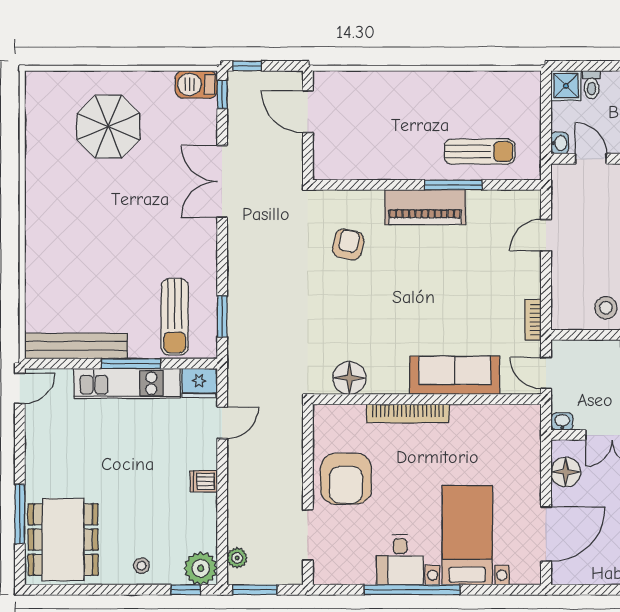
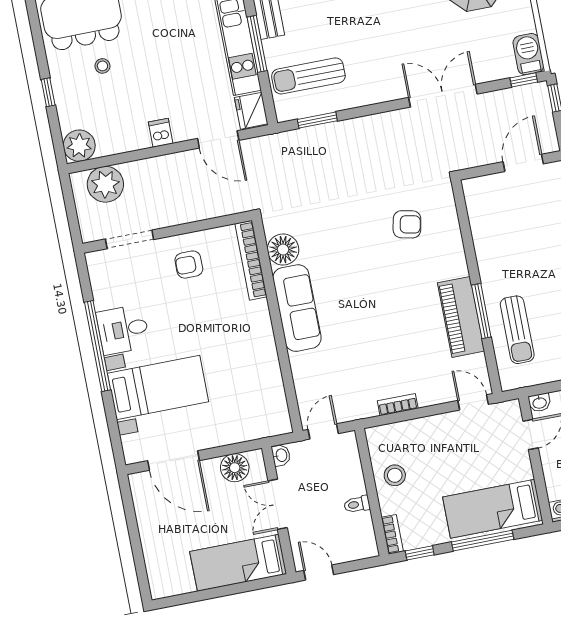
piano: (425, 207) -> (461, 317), moved
door: (546, 235) -> (473, 402), moved
bookcase: (533, 320) -> (398, 405), moved
sofa: (455, 375) -> (297, 308), moved
bookcase: (408, 413) -> (251, 260), moved
door: (222, 423) -> (218, 139), width x1.38
armchair: (346, 479) -> (189, 265), width x0.53, depth x0.53
plant: (237, 558) -> (105, 184), width x1.88, depth x1.88
stool: (141, 566) -> (102, 66), moved
window: (186, 590) -> (48, 92), moved
window: (255, 590) -> (69, 200), removed

